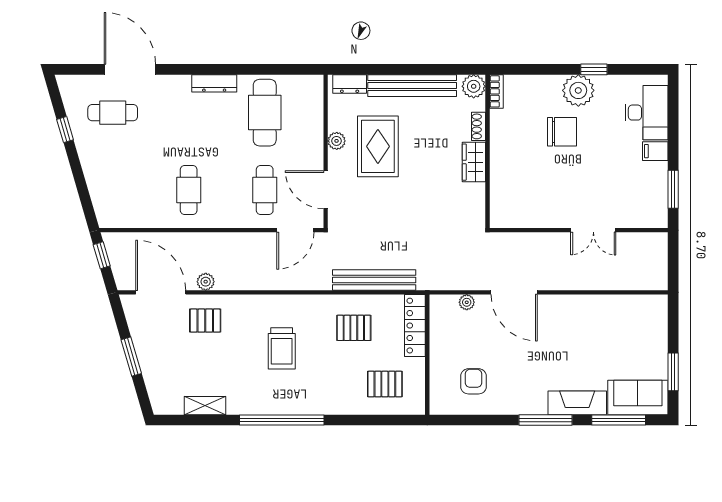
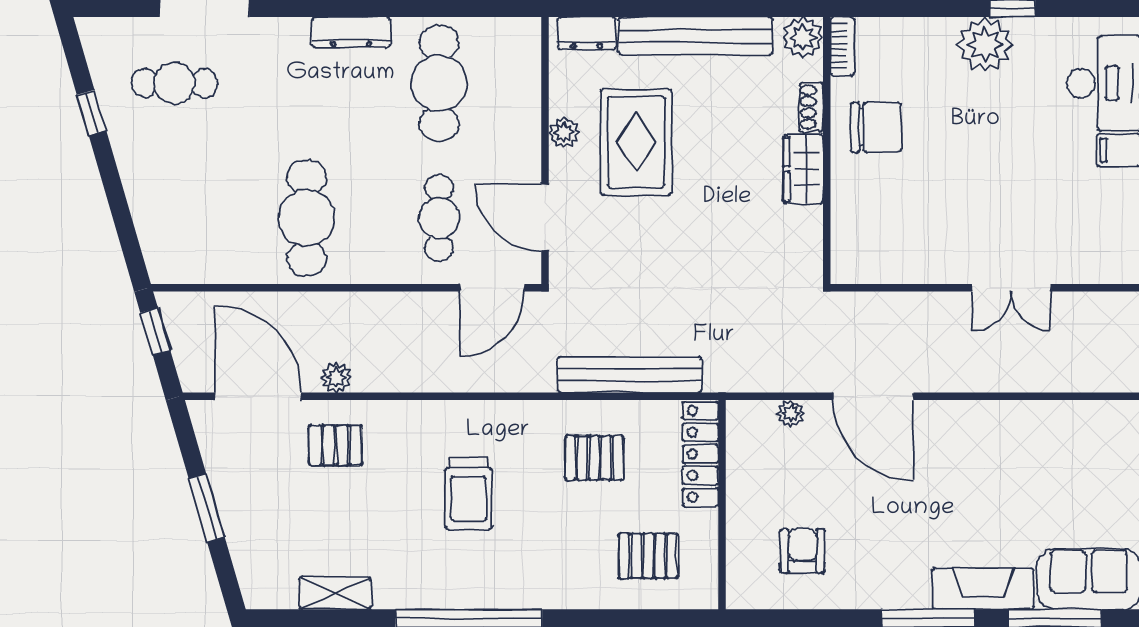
chair: (562, 132) -> (876, 127), moved
cafe table: (189, 190) -> (307, 218), width x1.37, depth x1.35

